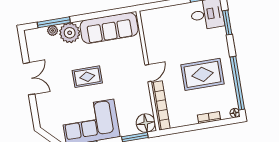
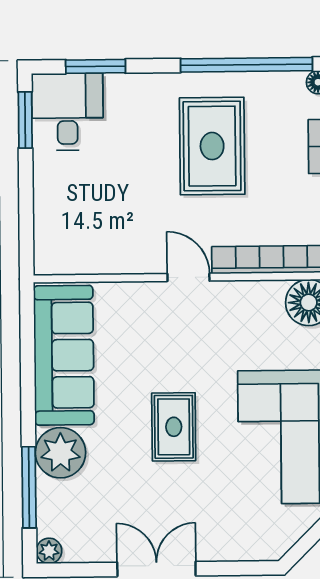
plant: (53, 30) -> (49, 551), moved

